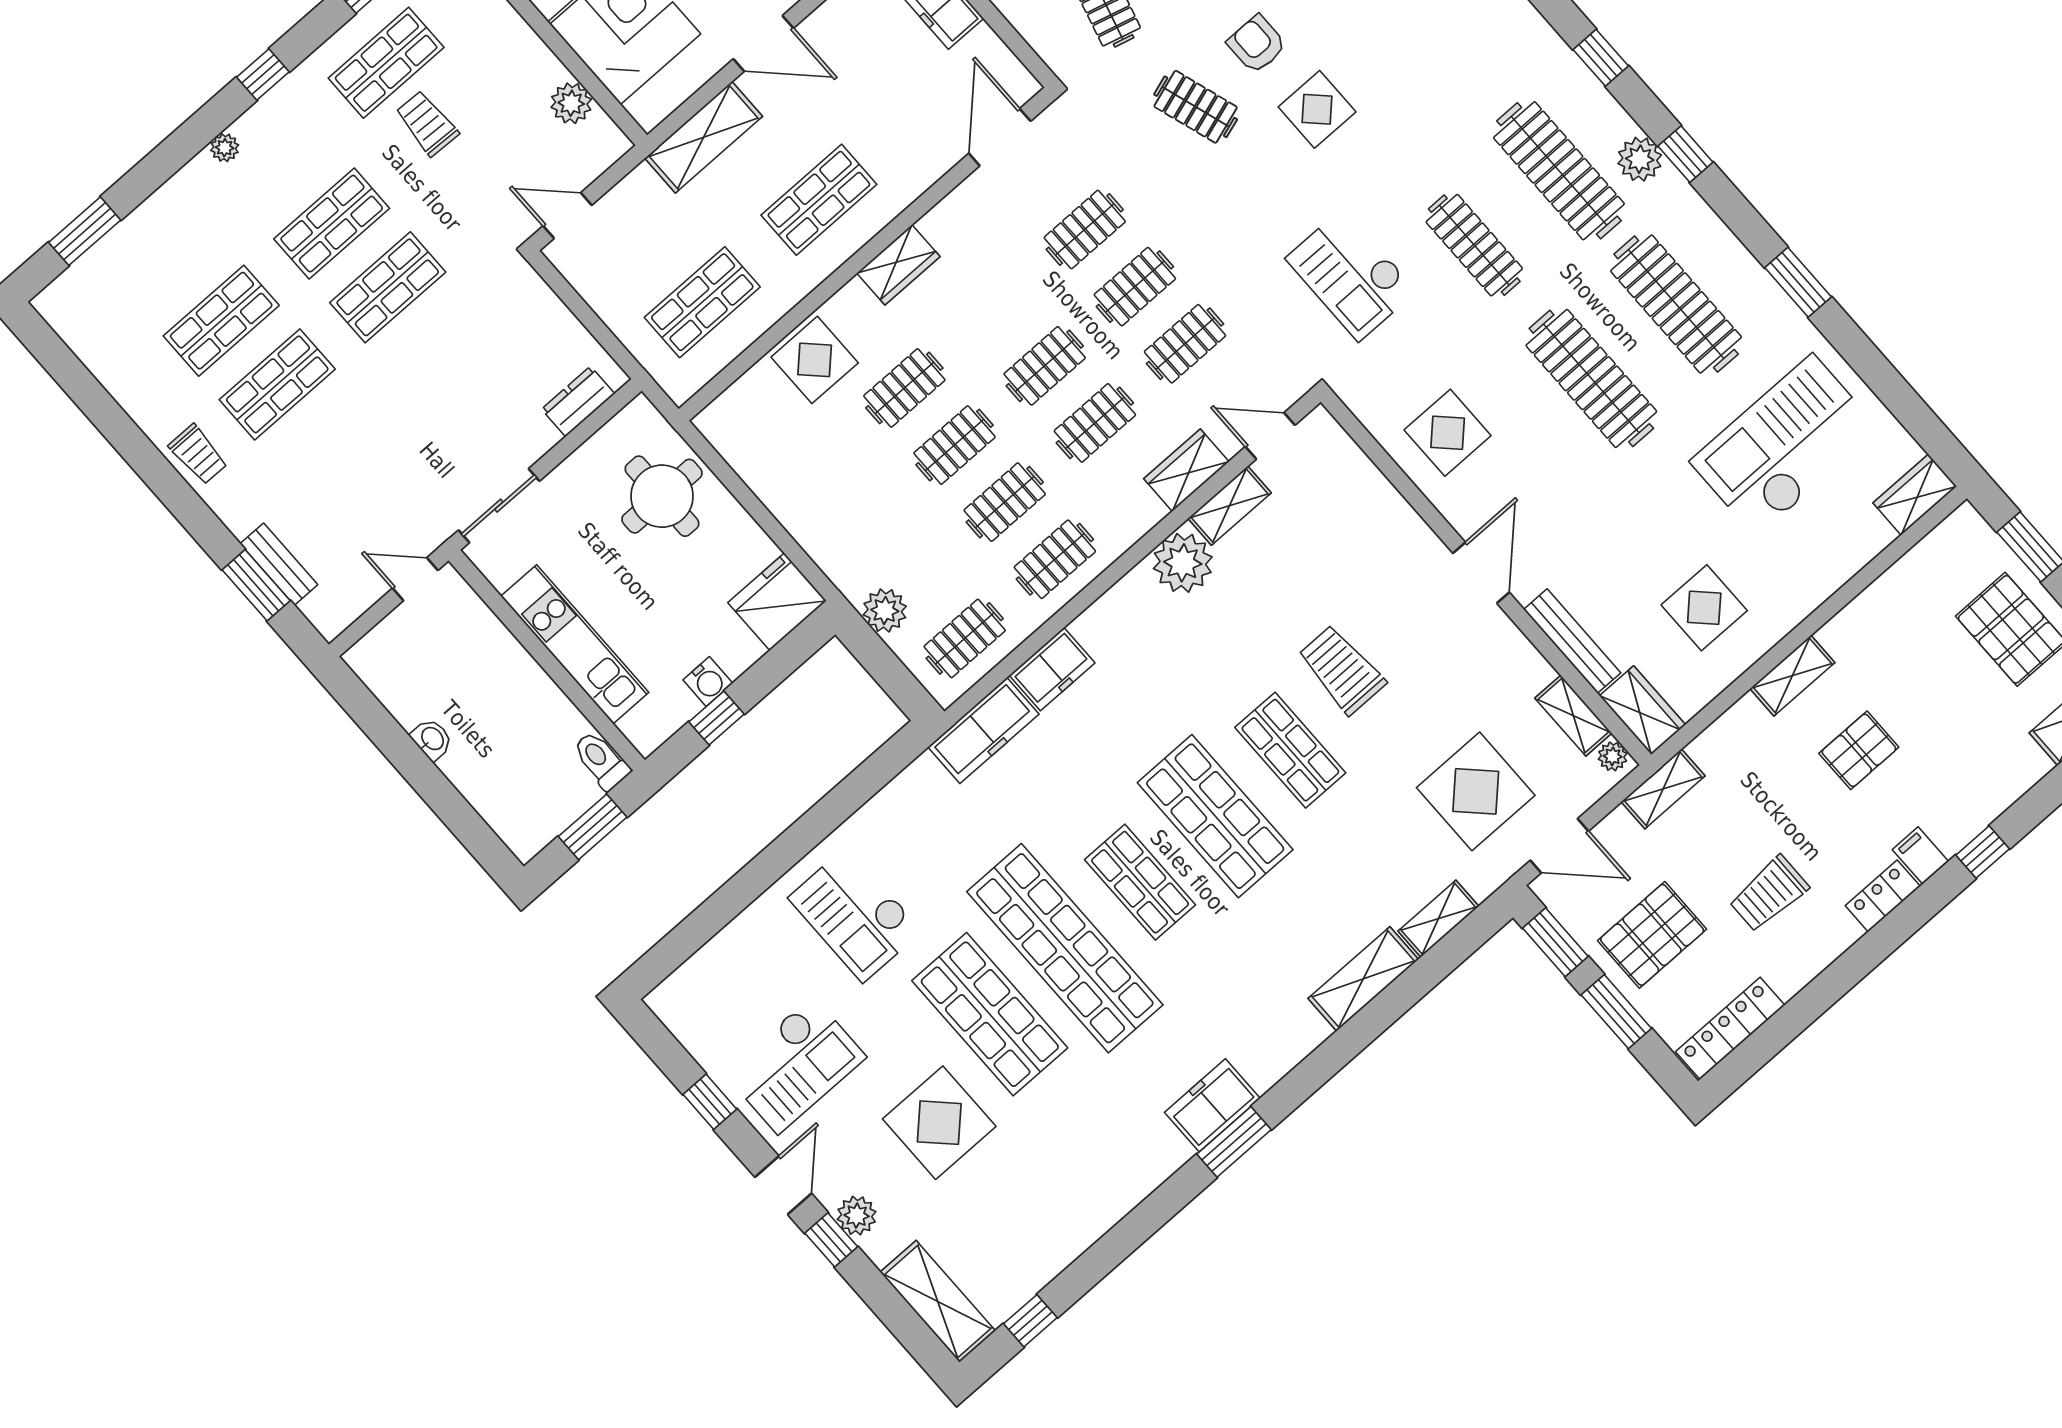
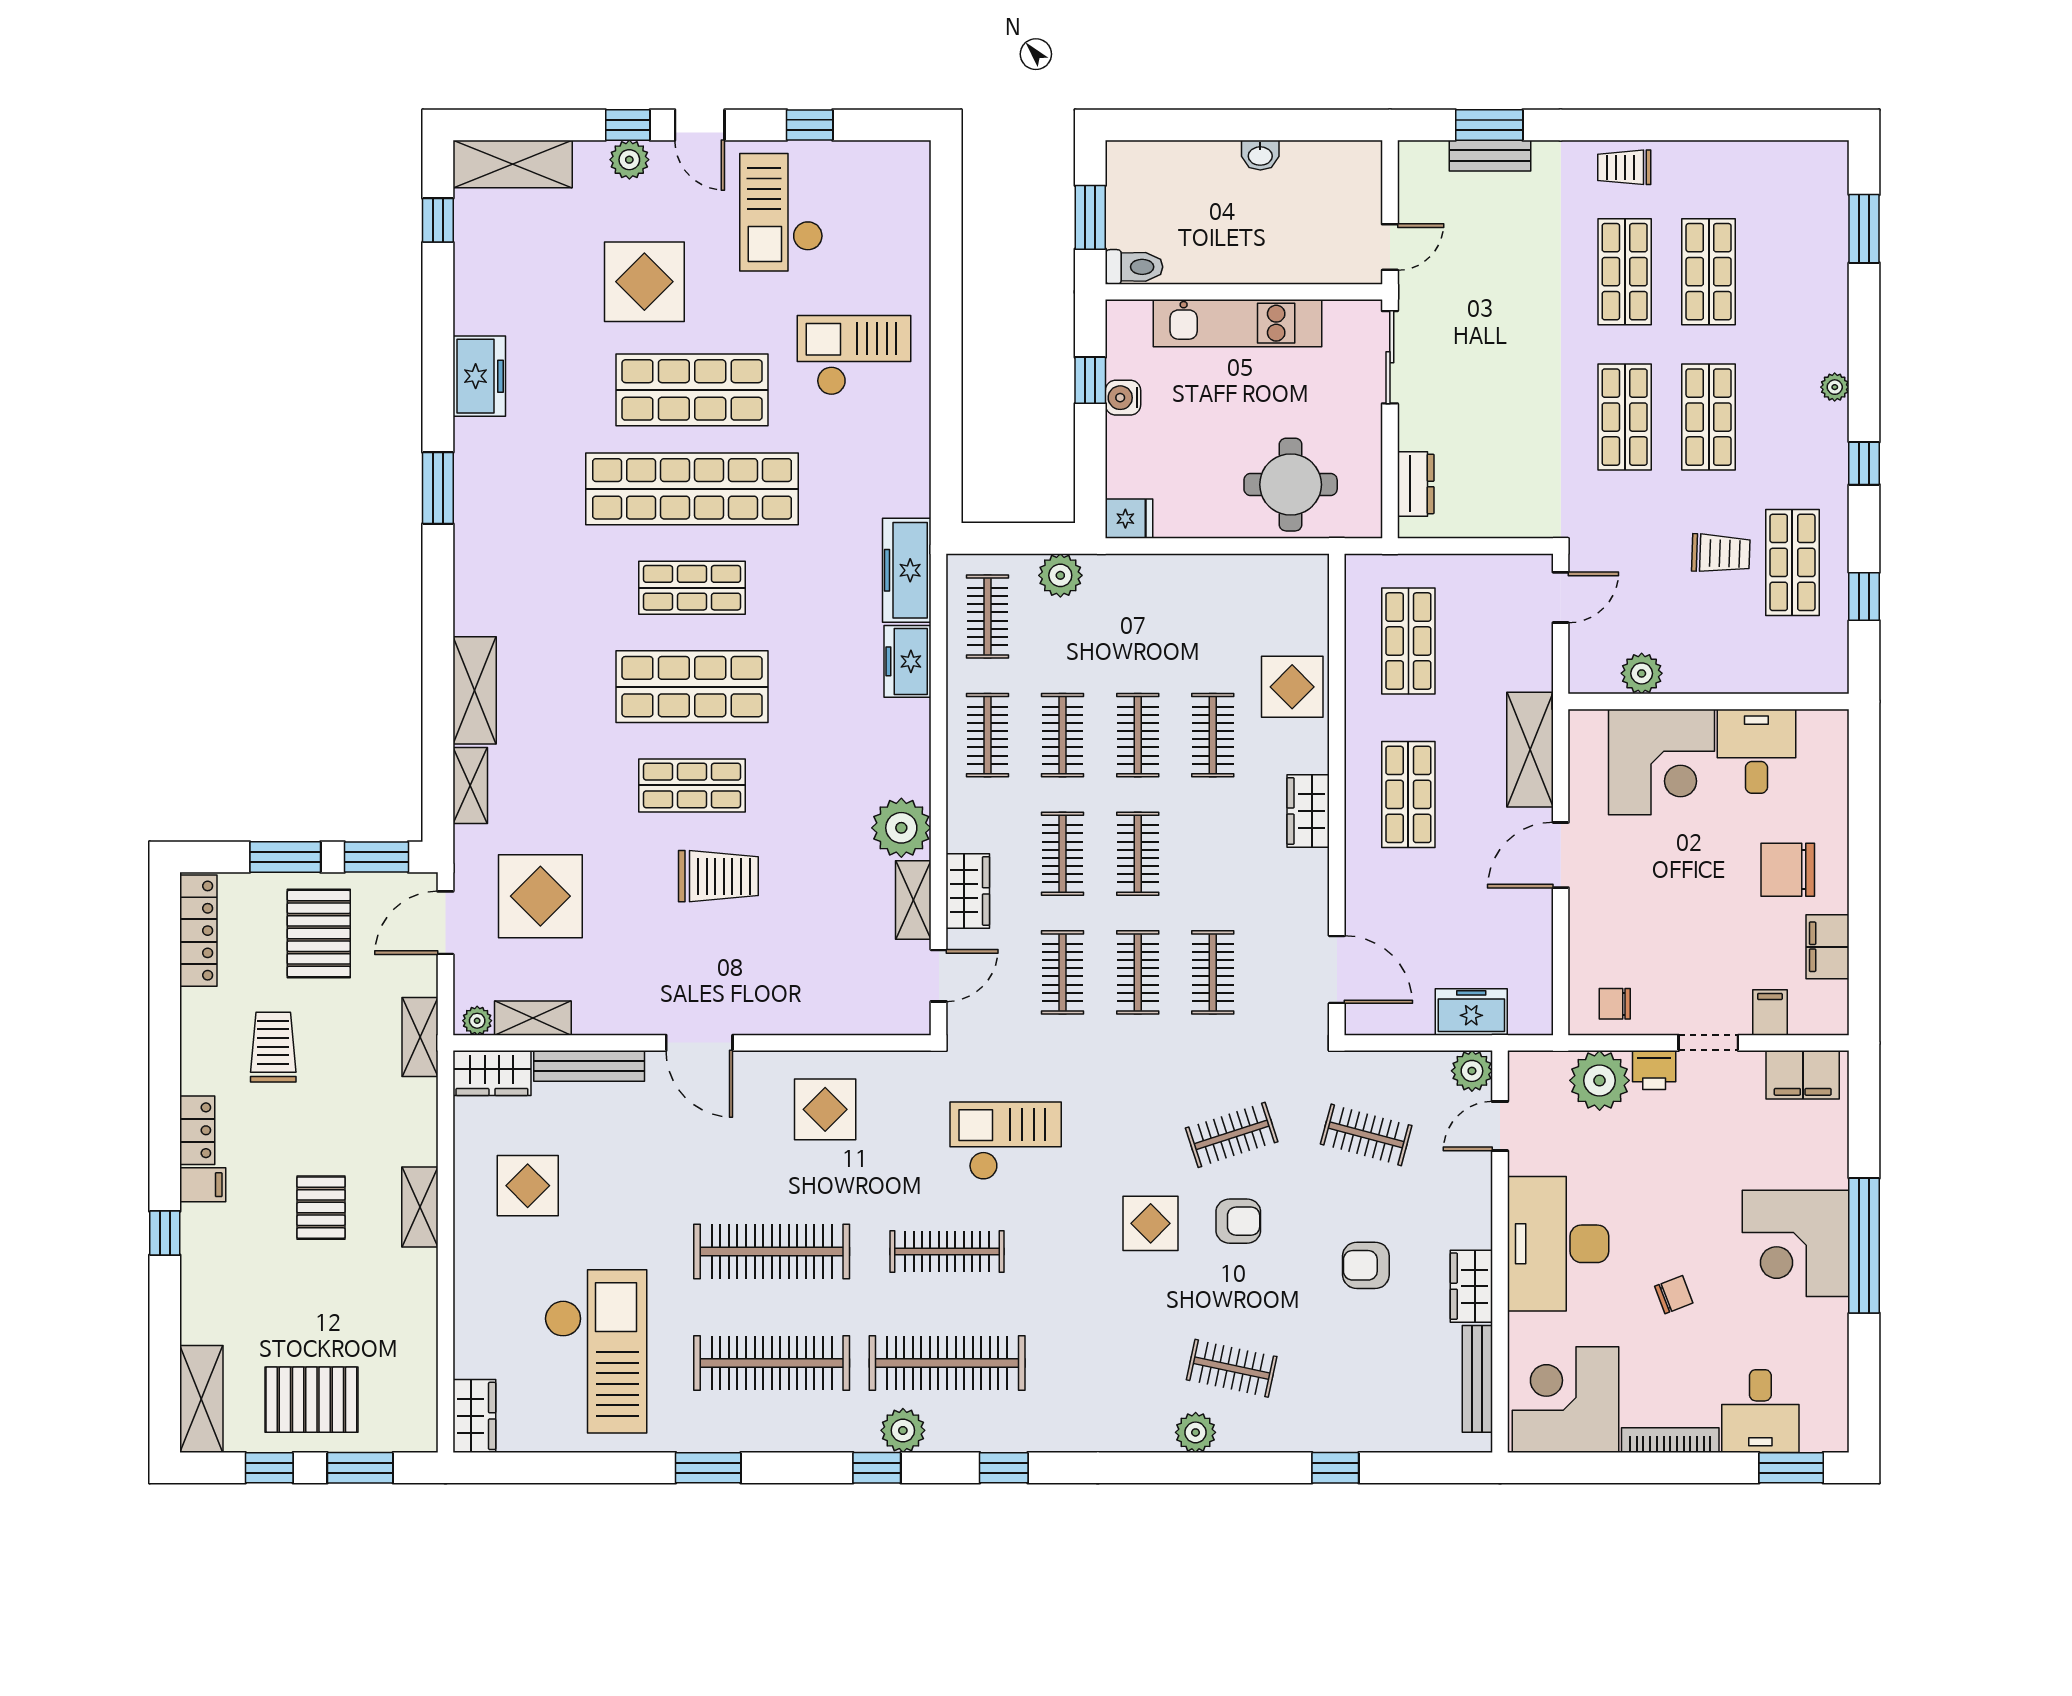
fridge: (777, 602) -> (1129, 519), width x0.53, depth x0.75
freezer: (1212, 1105) -> (479, 376), moved

